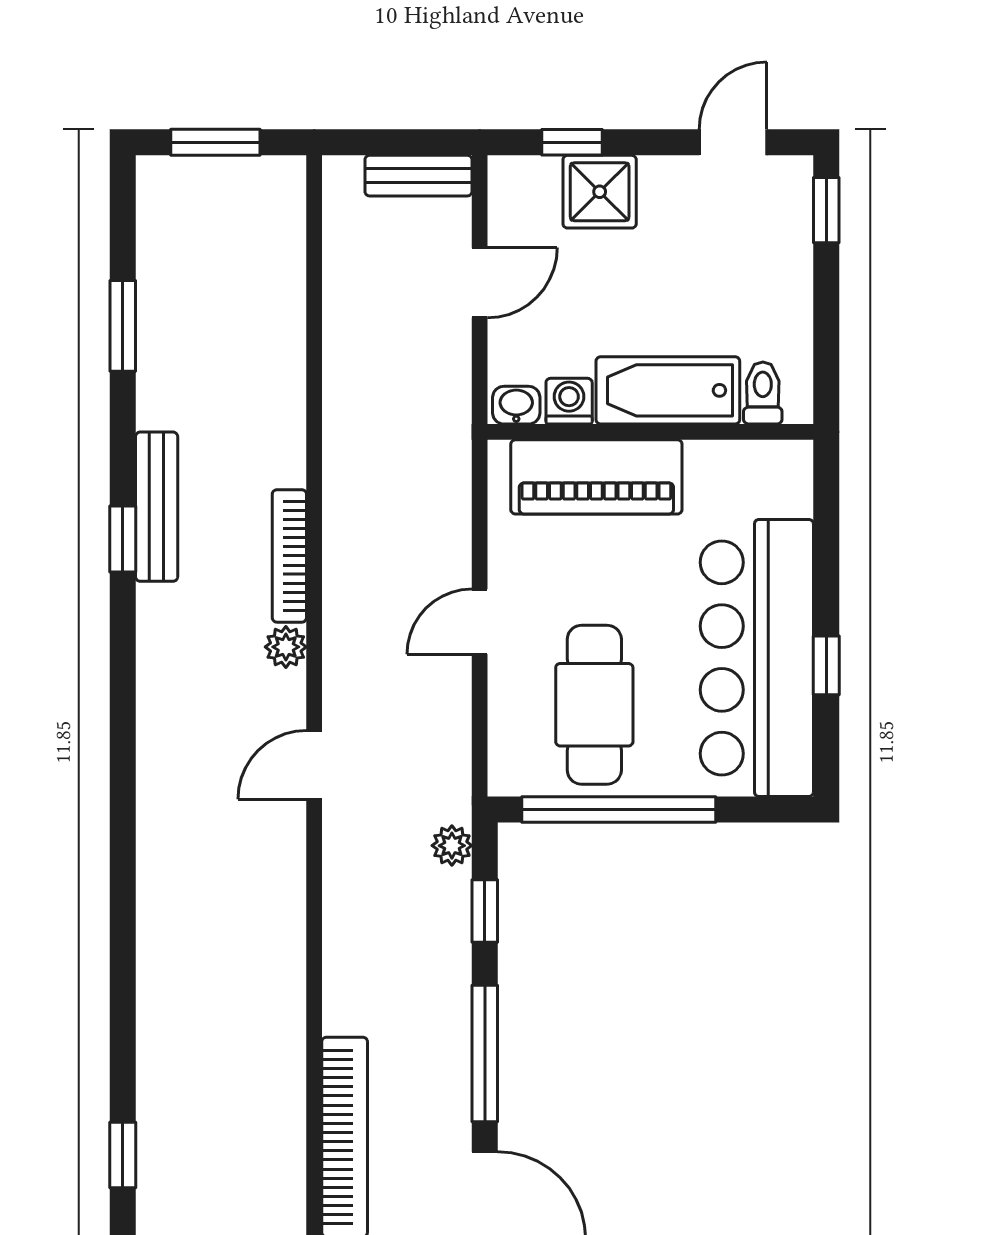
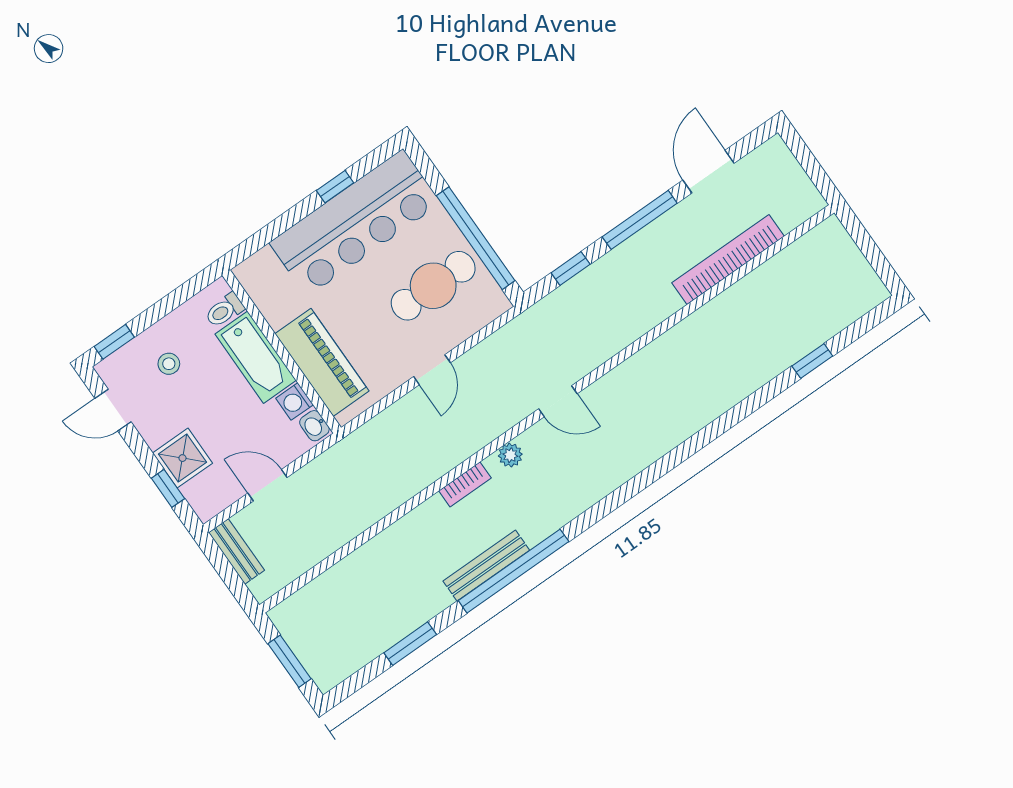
stool: (743, 264) -> (169, 364), added
window: (123, 539) -> (514, 571), width x3.17
bookcase: (289, 556) -> (465, 484), width x0.64
door: (480, 622) -> (432, 370), hinge flipped
plant: (452, 846) -> (550, 307), removed

